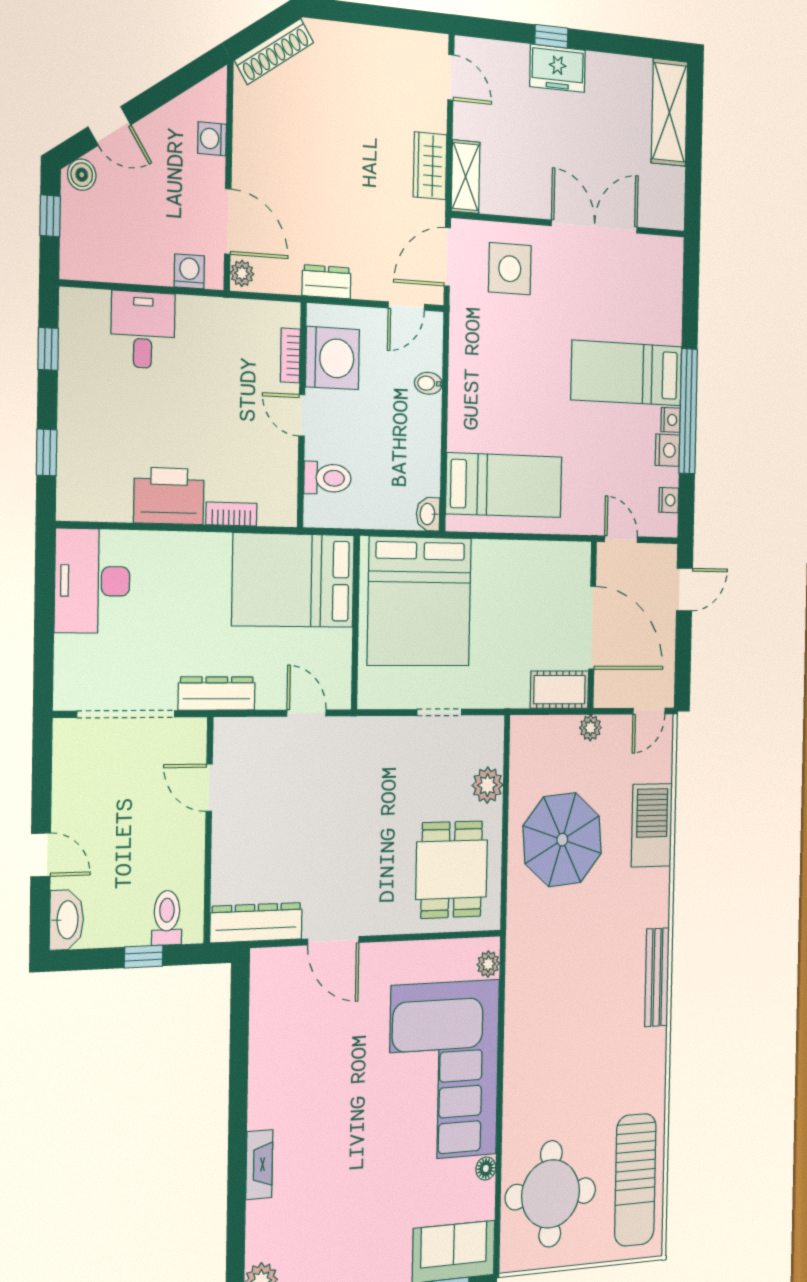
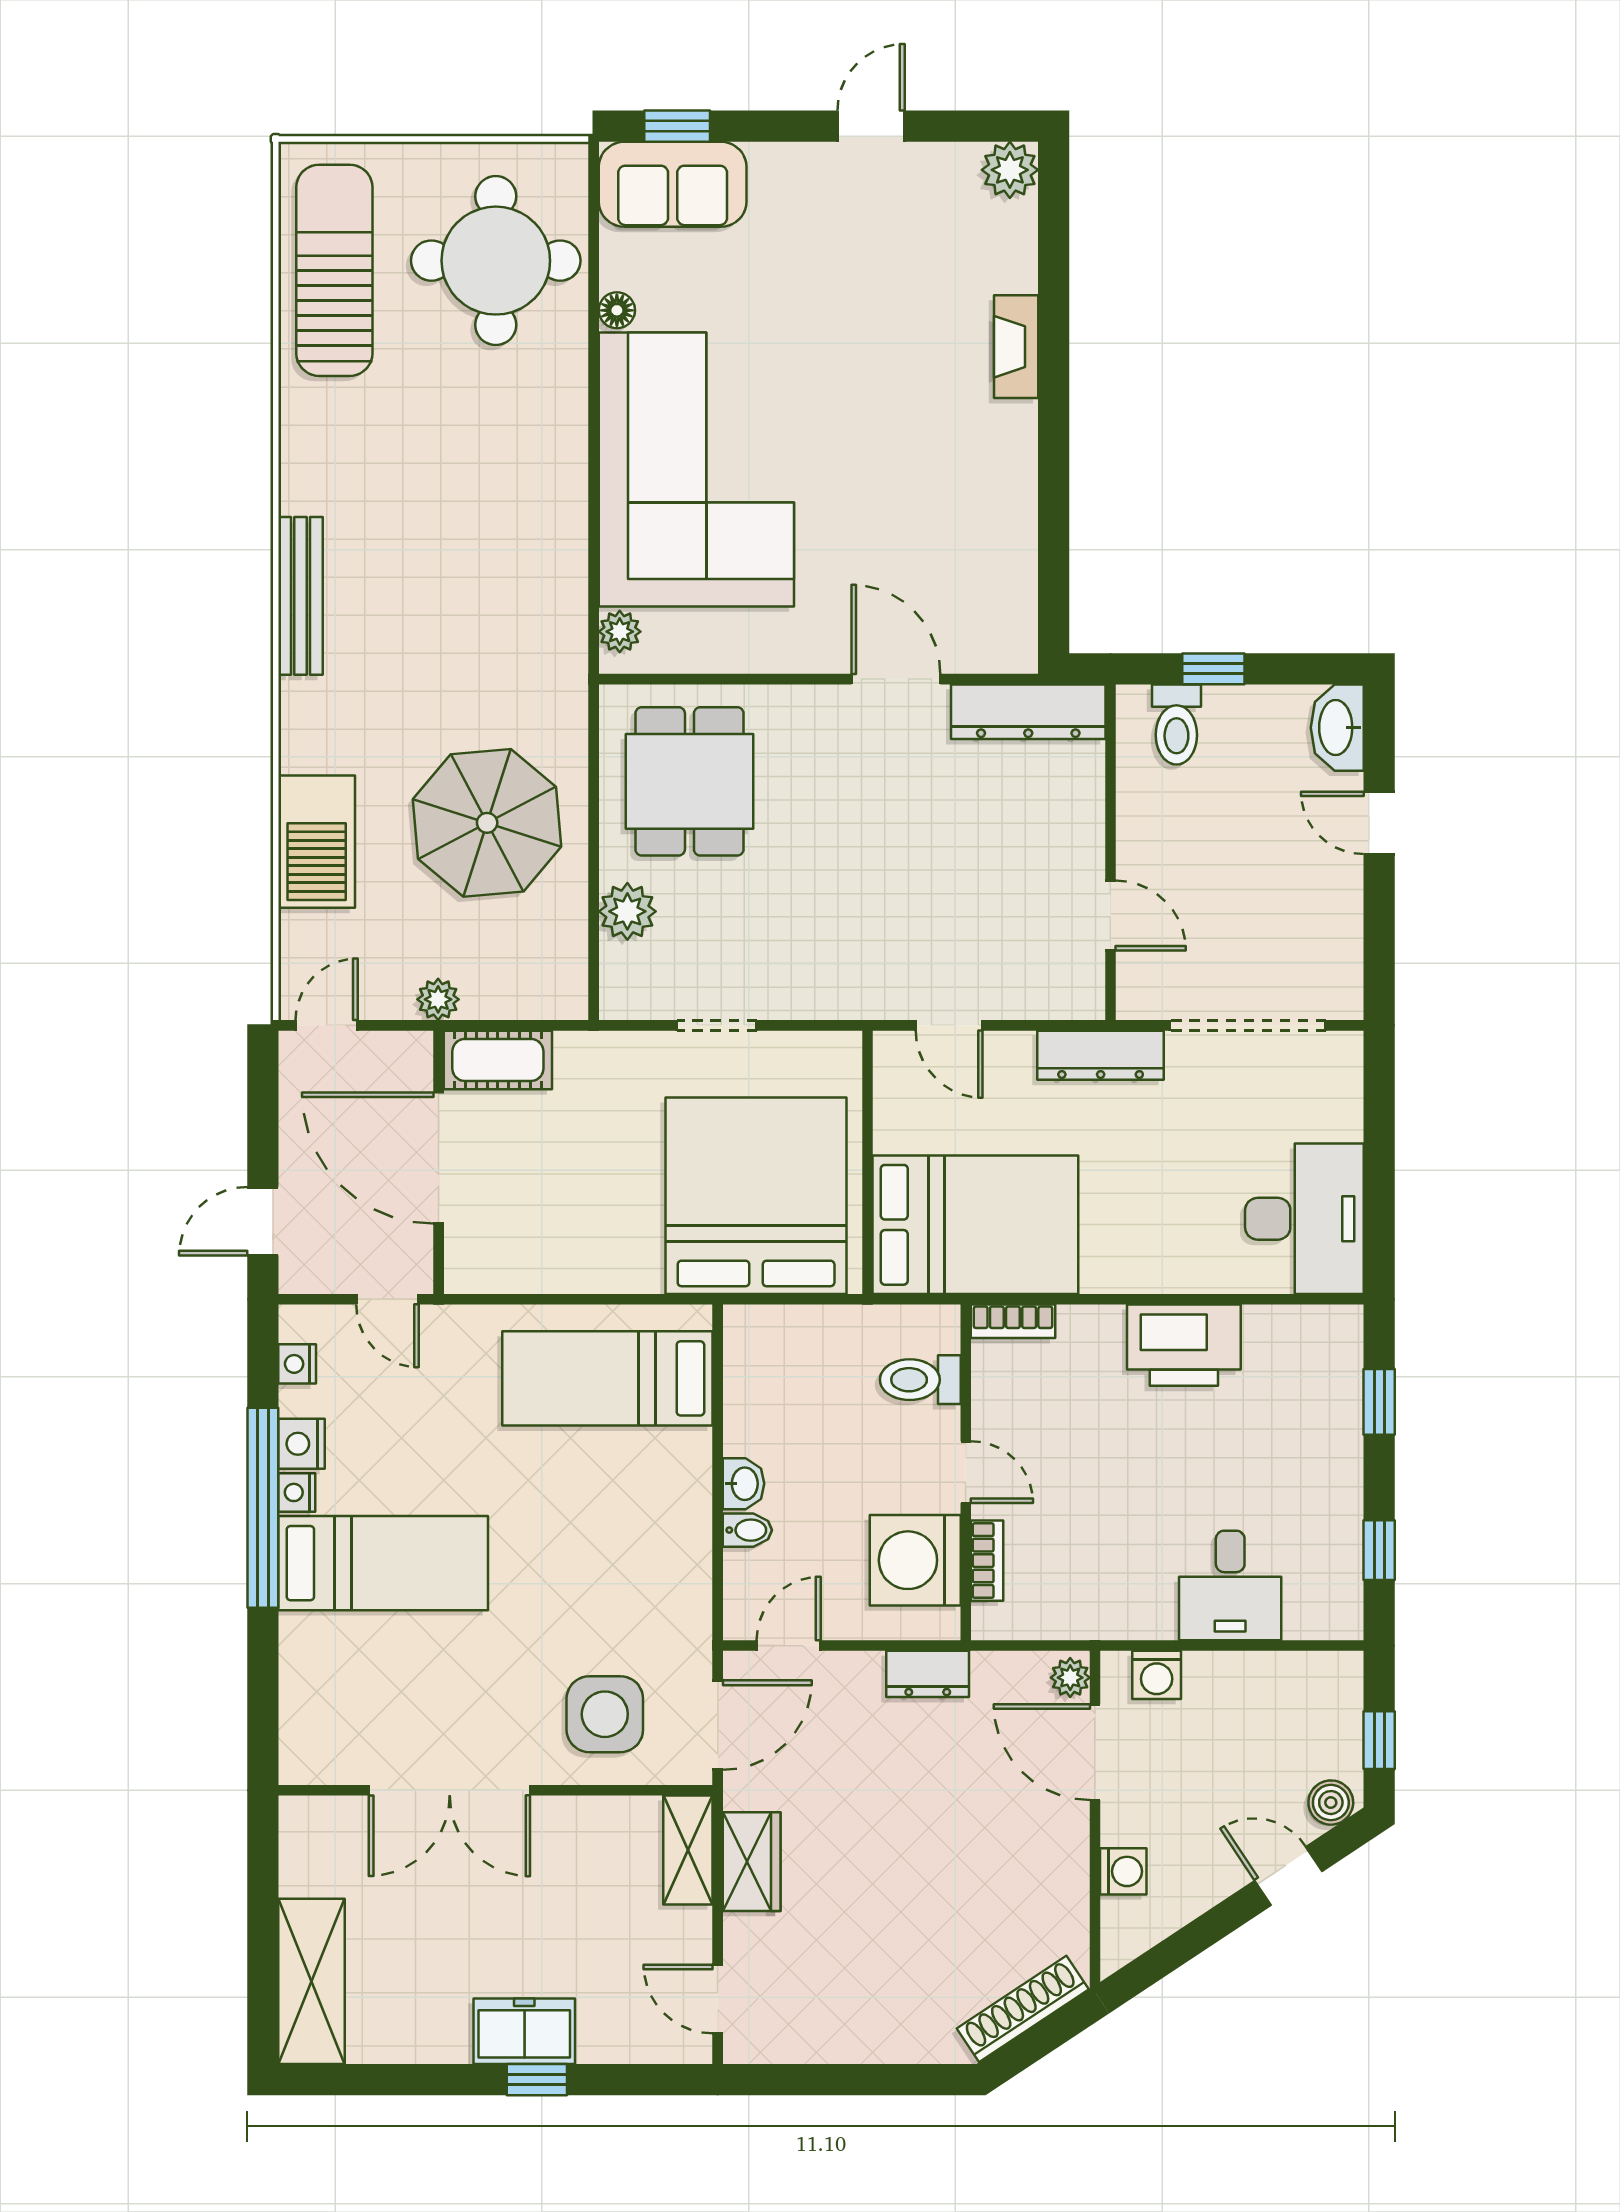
bookcase: (231, 514) -> (1013, 1321), moved
washbasin: (428, 514) -> (743, 1484), moved

